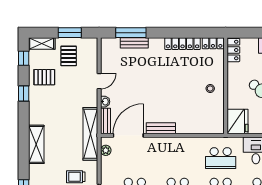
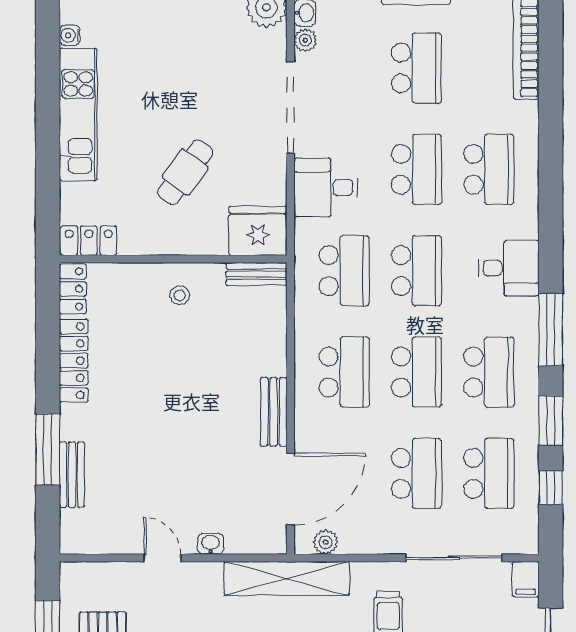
window: (131, 33) -> (48, 450), moved
bench: (105, 121) -> (256, 274), moved
door: (128, 135) -> (290, 489), swing flipped
school desk: (178, 158) -> (344, 372), added

